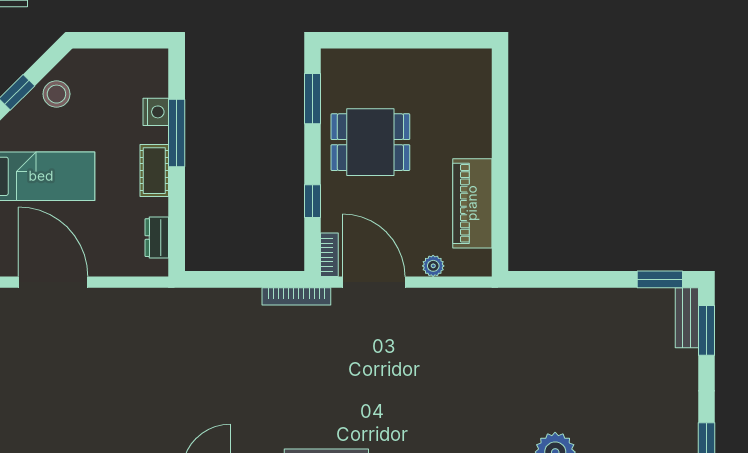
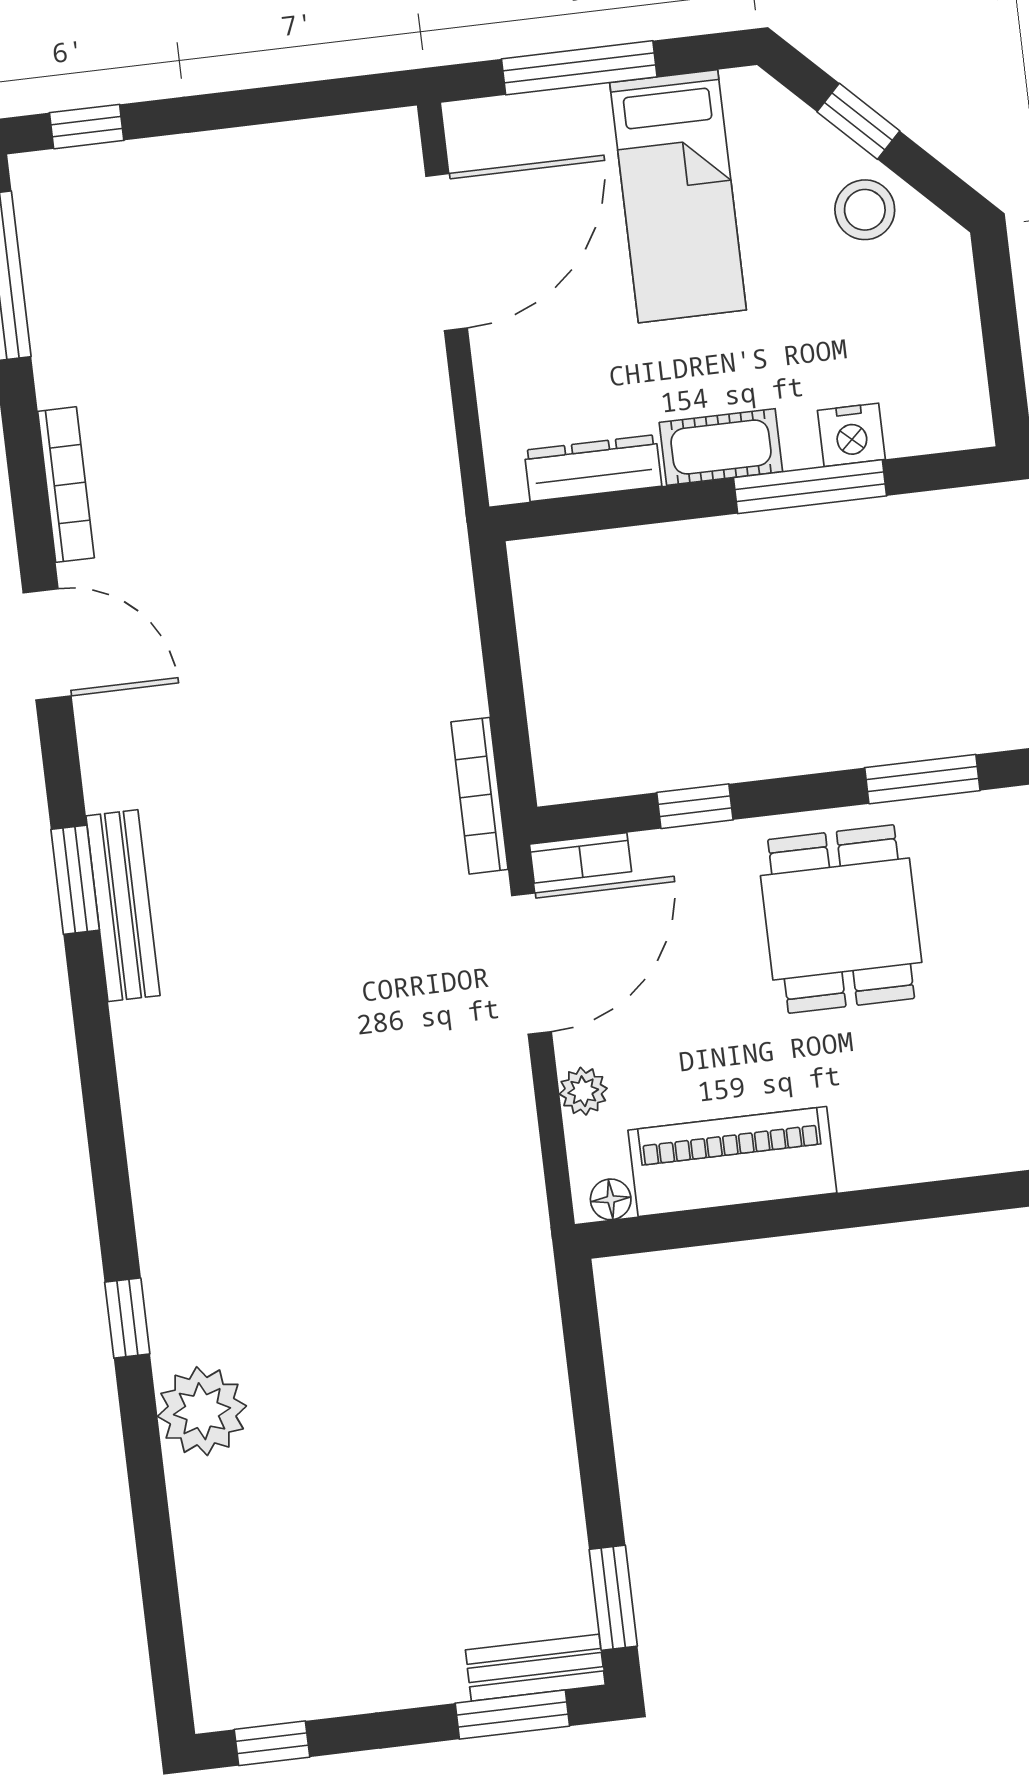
dresser: (157, 238) -> (593, 468), width x1.44
floor lamp: (483, 259) -> (611, 1199), added

